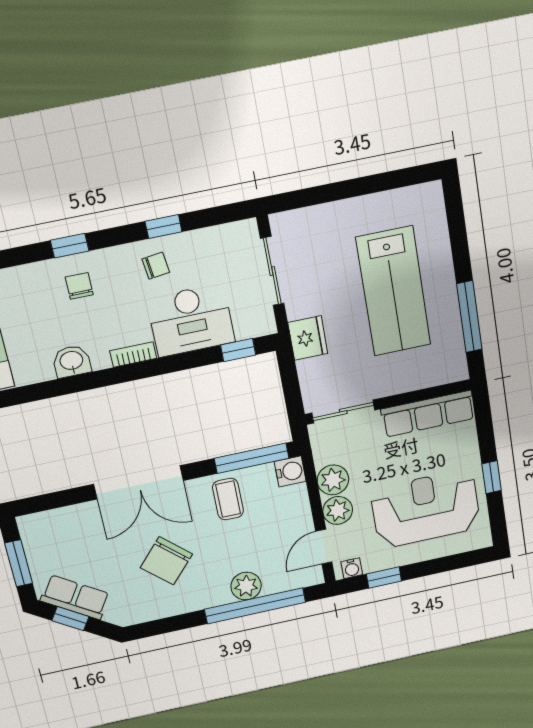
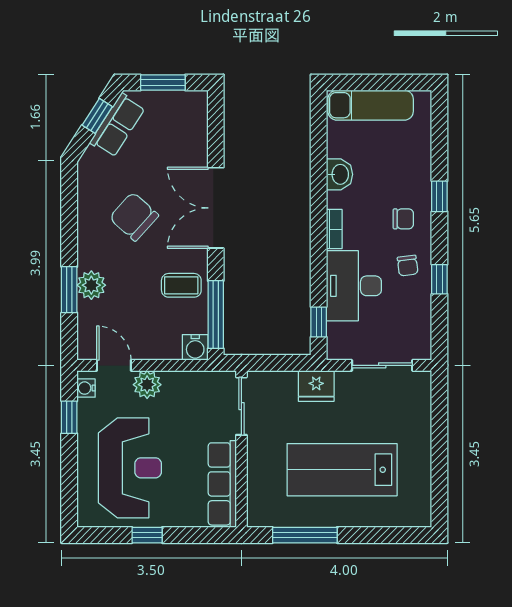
chair: (79, 286) -> (403, 219), moved
plant: (333, 480) -> (178, 385), removed
window: (255, 606) -> (69, 290), width x0.47

